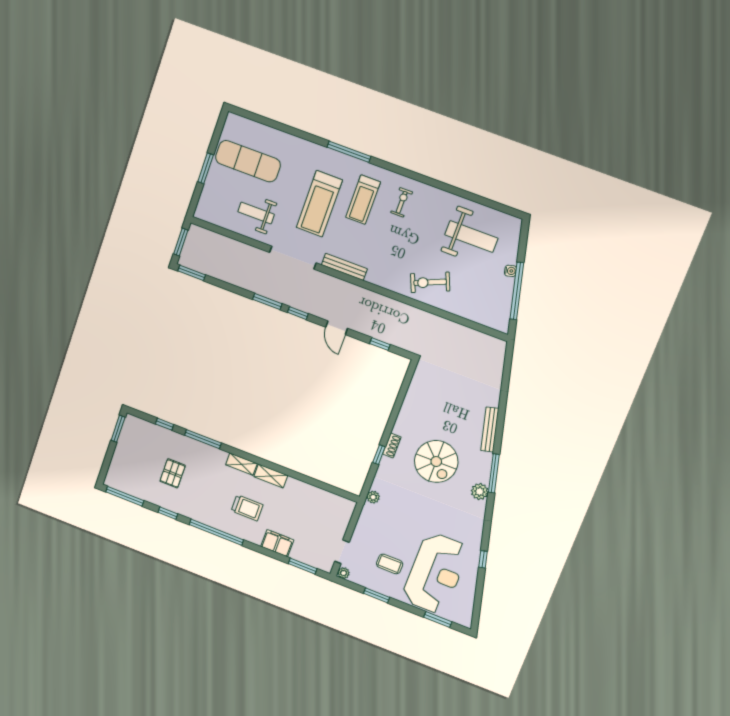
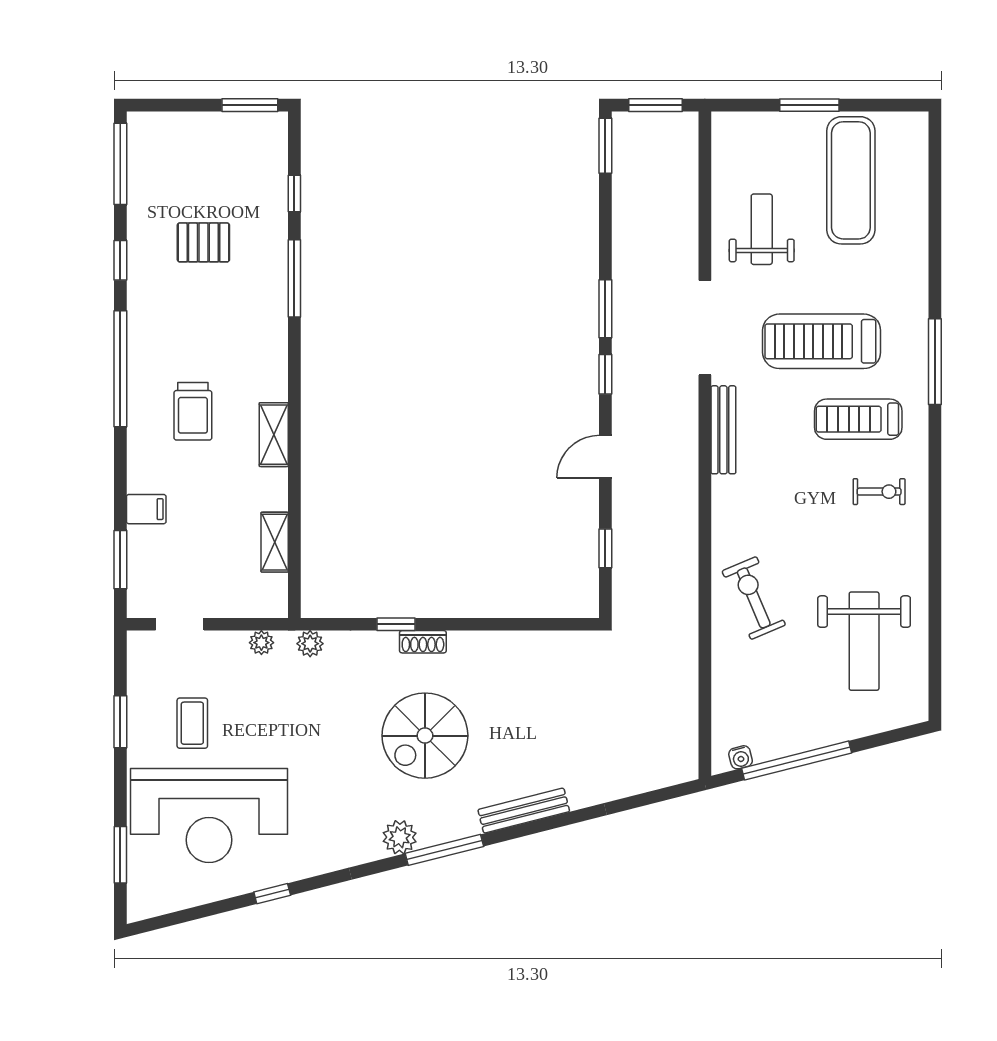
water cooler: (510, 271) -> (741, 757), moved
shelving: (241, 464) -> (275, 542), moved
filing cabinet: (277, 543) -> (146, 509), width x0.50
plant: (343, 573) -> (261, 643), moved

